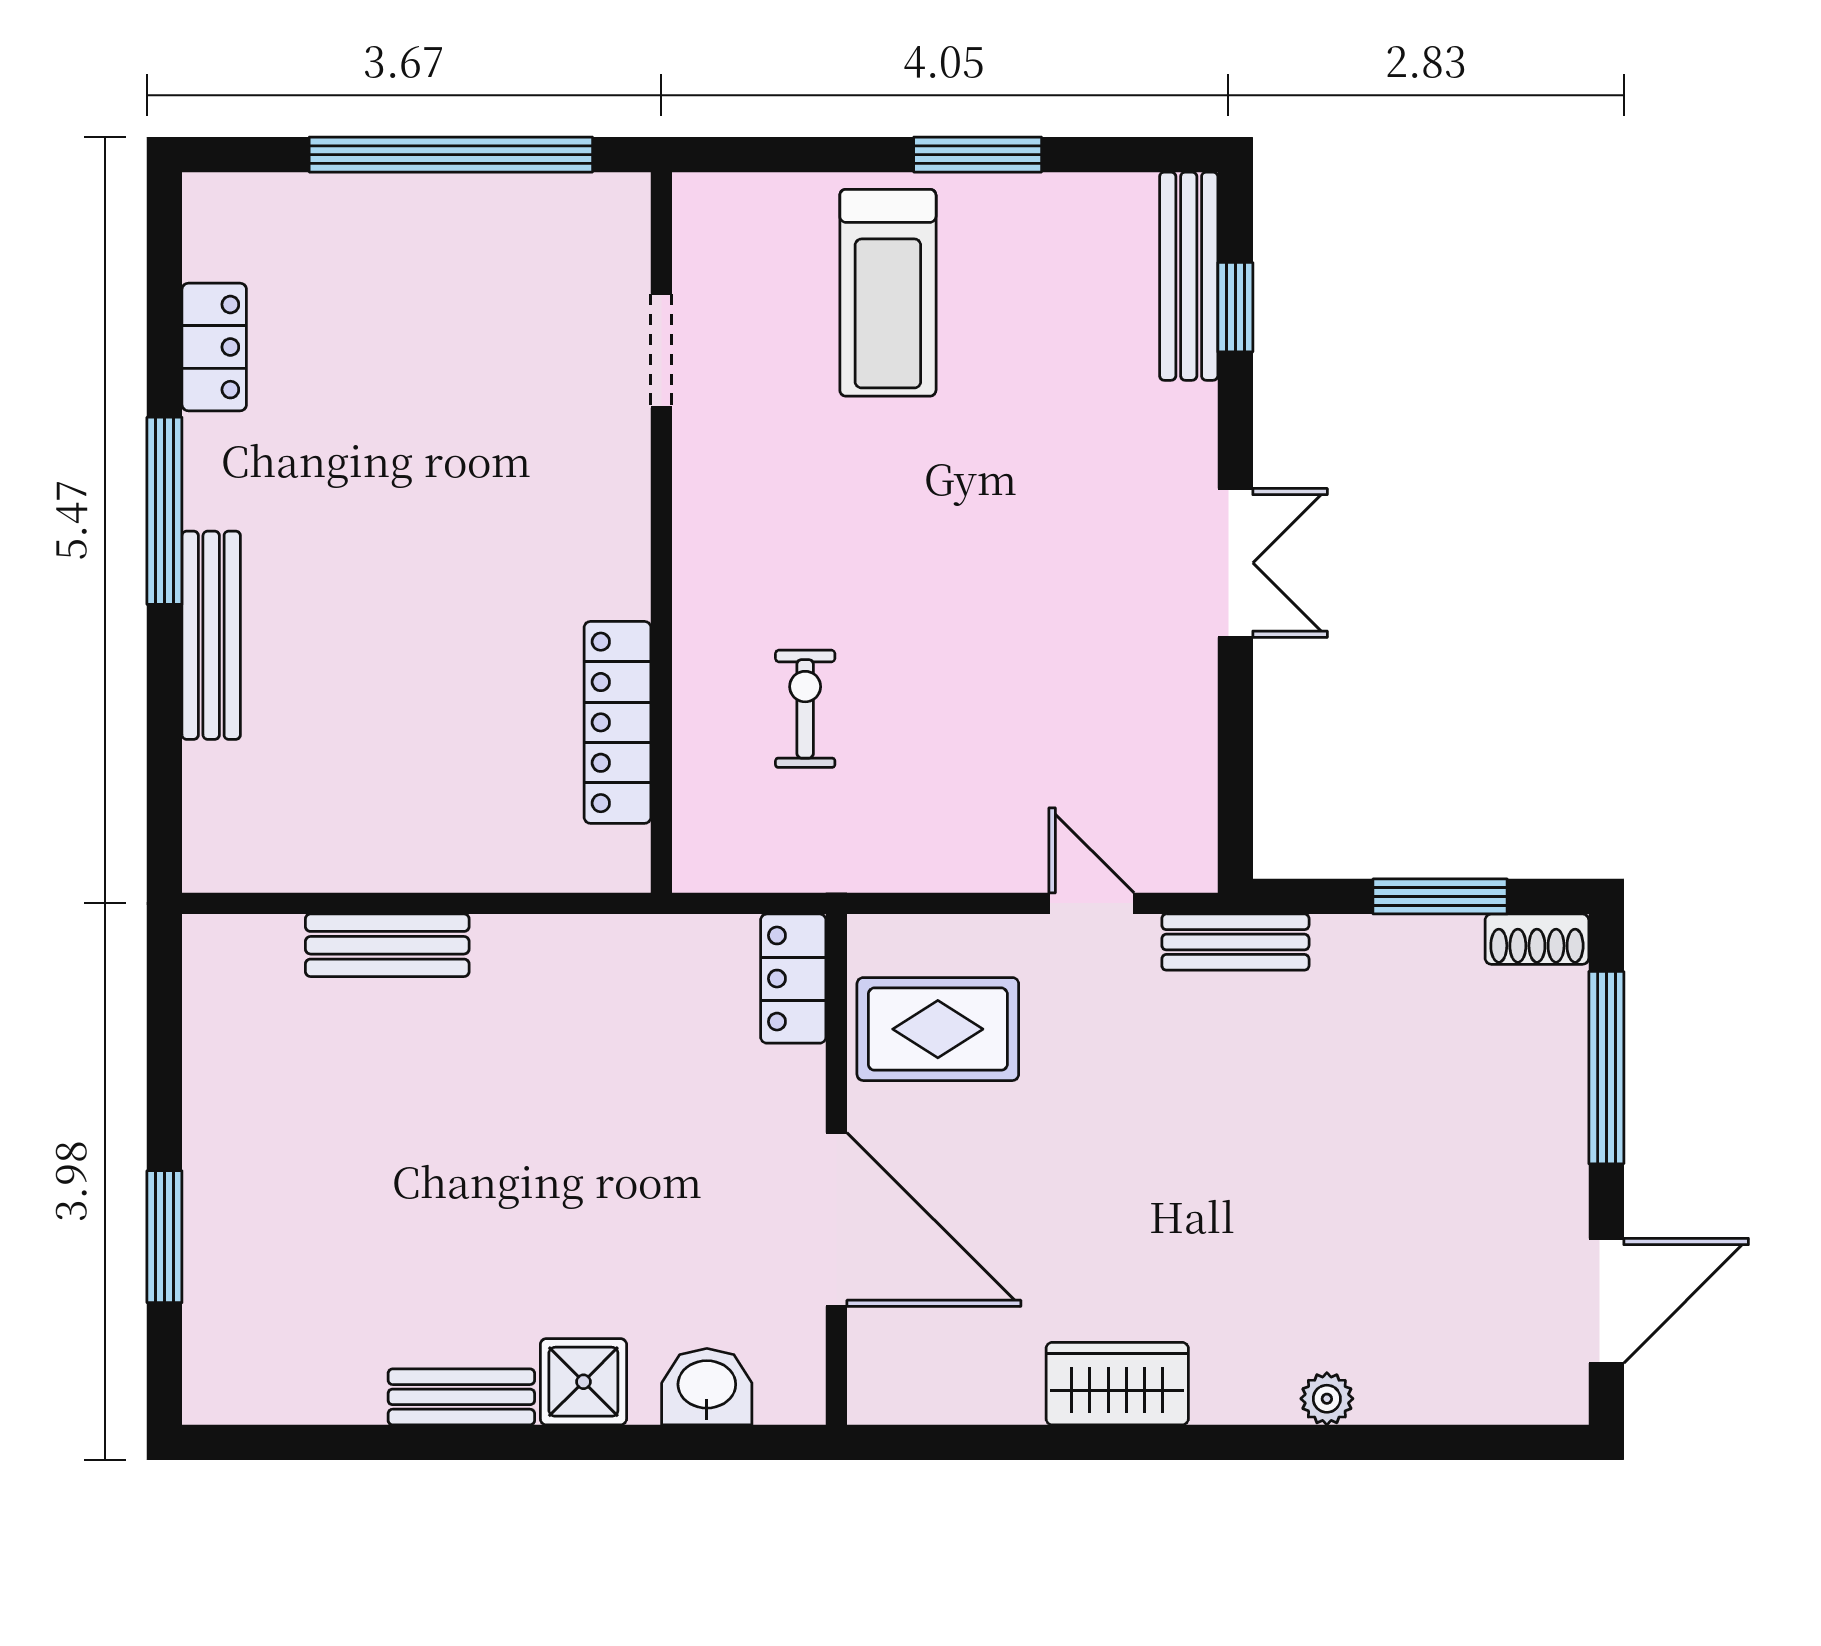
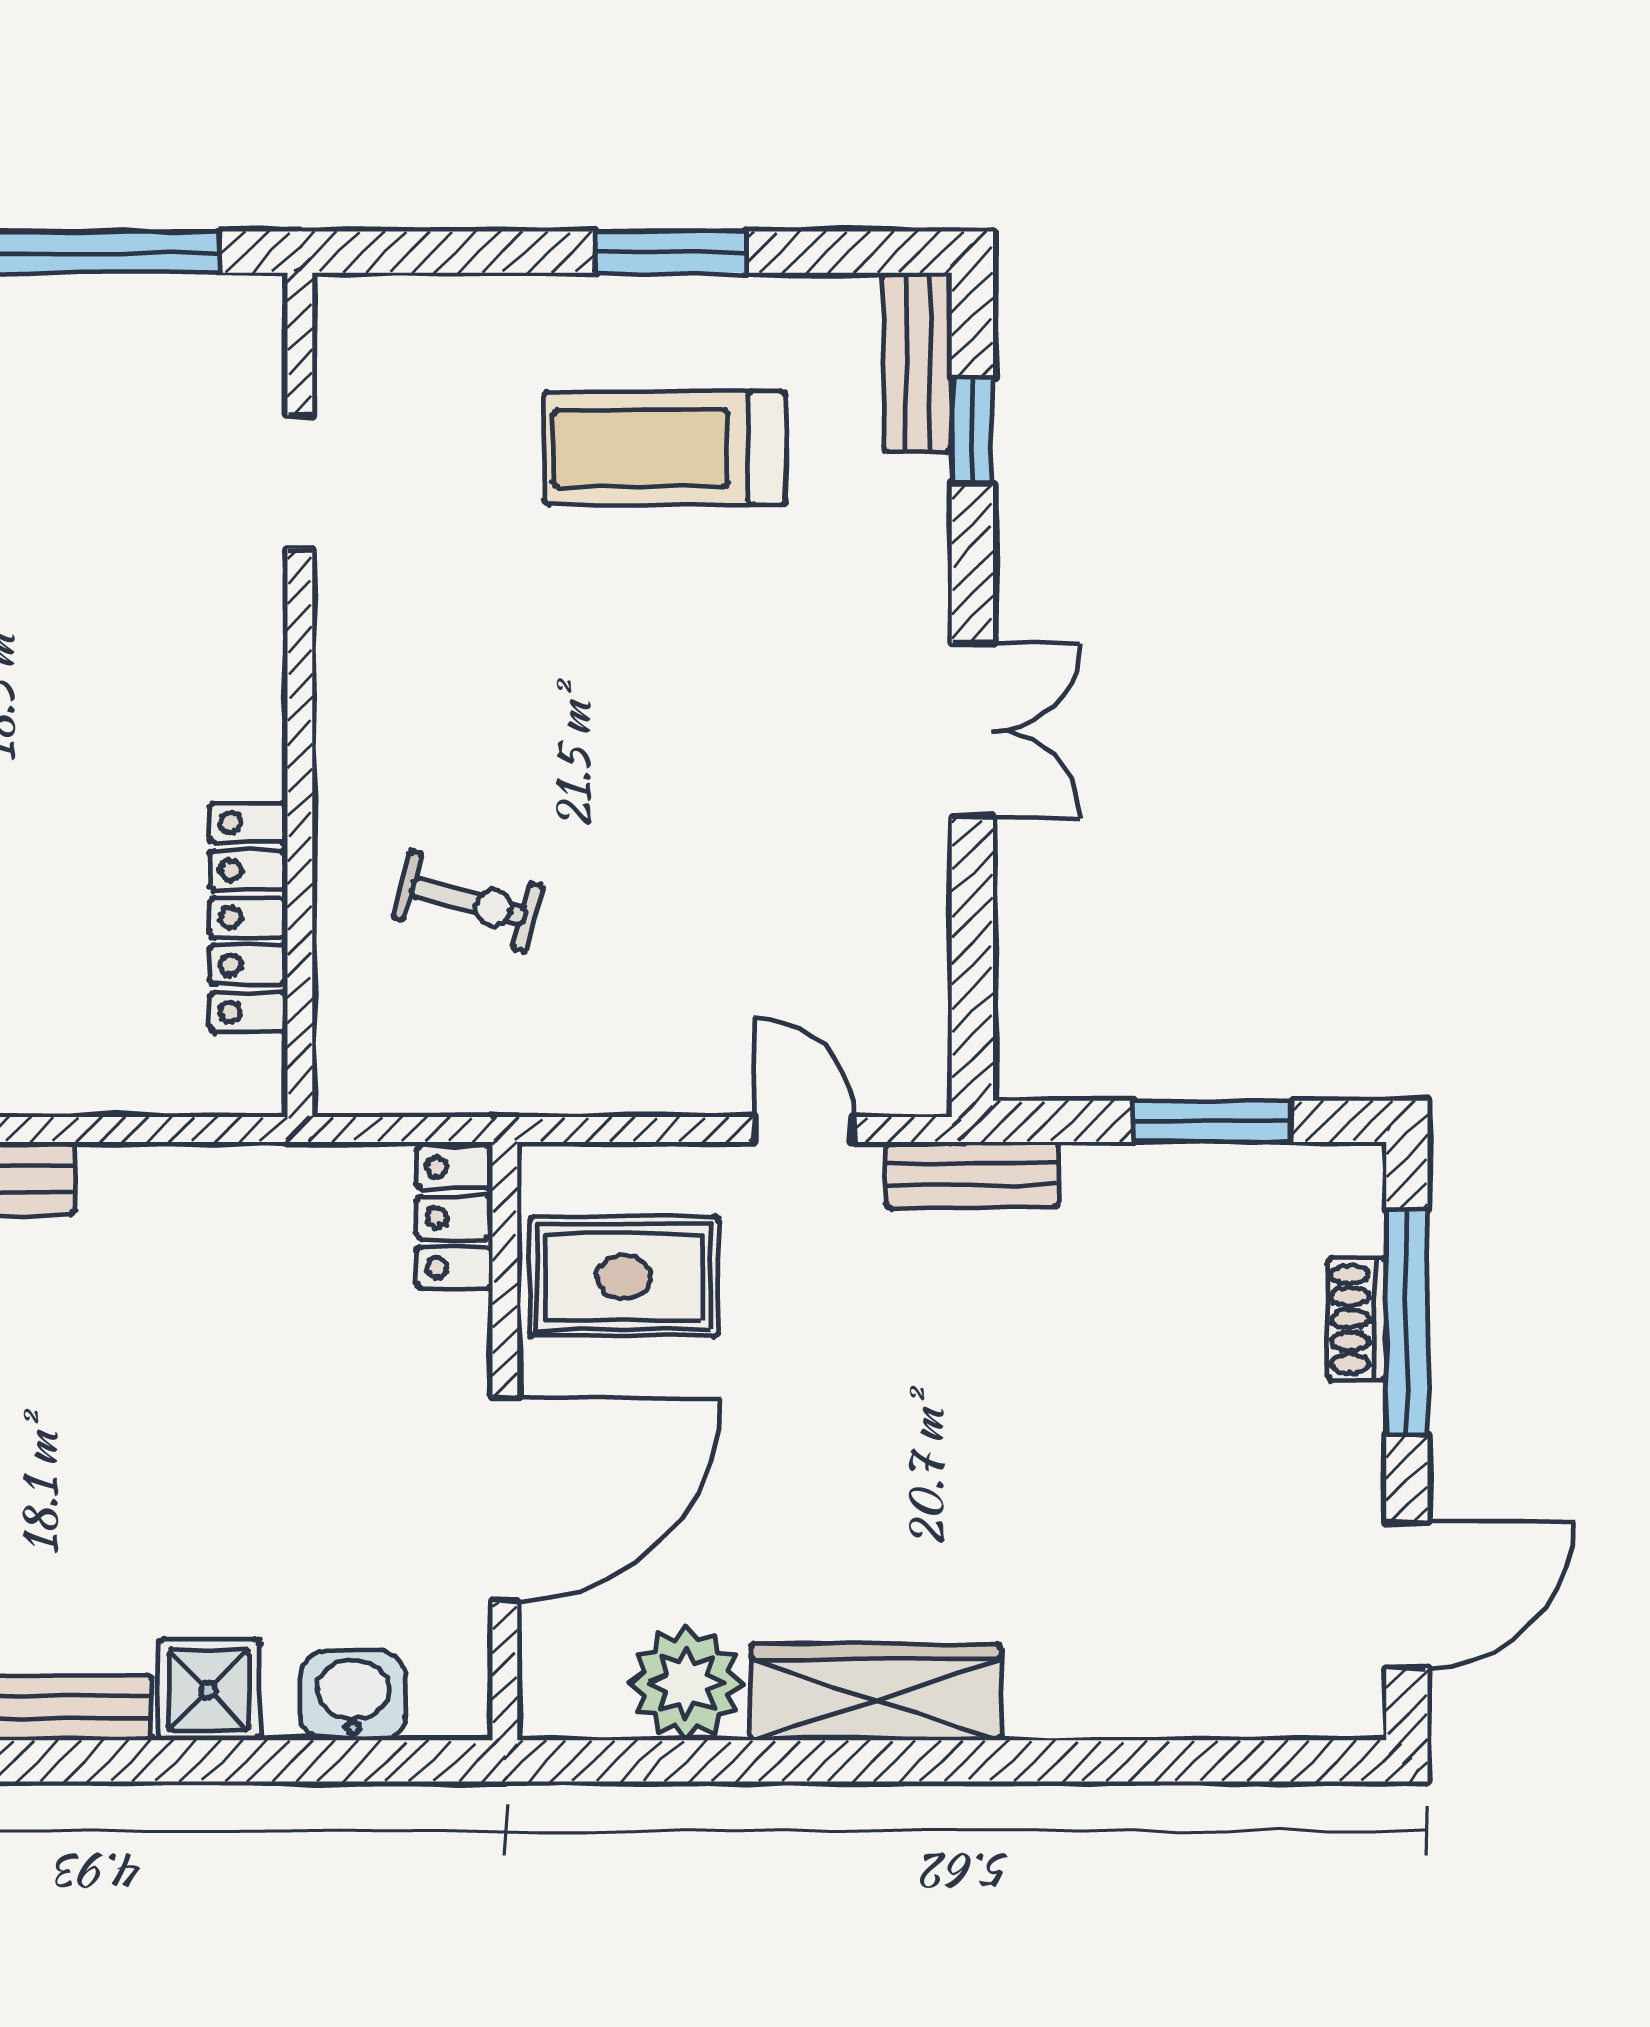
bench: (1189, 276) -> (918, 362), width x0.73
treadmill: (888, 293) -> (665, 448), moved, turned 90
exercise bike: (805, 709) -> (468, 901), turned 105
shoe rack: (1537, 939) -> (1357, 1319), moved, turned 90
door: (836, 1219) -> (505, 1500), hinge flipped
wardrobe: (1117, 1384) -> (876, 1692), width x1.50
plant: (1327, 1399) -> (687, 1683), moved, width x1.88, depth x1.88

